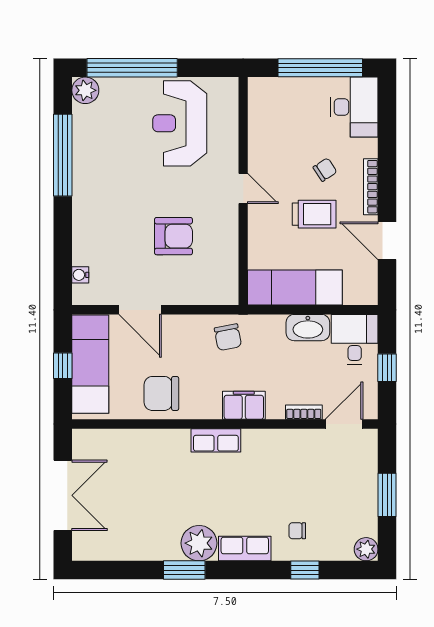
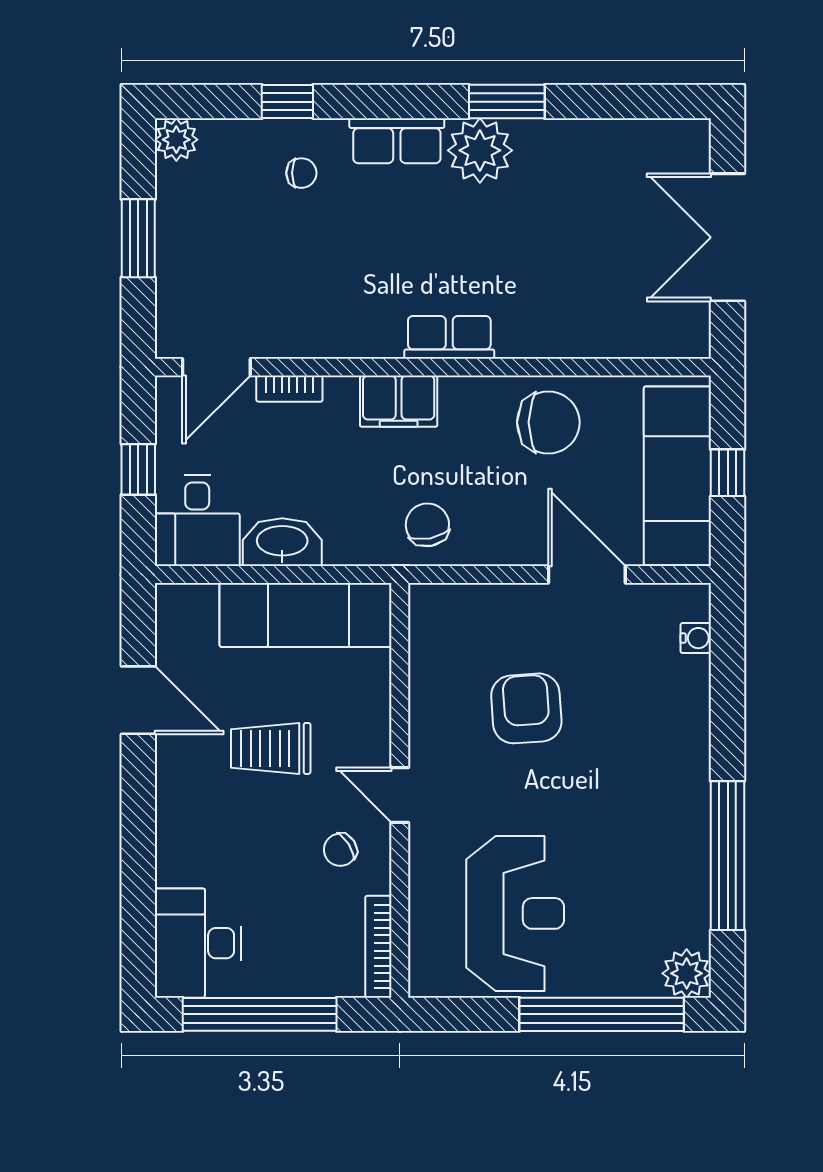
chair: (325, 170) -> (340, 850), moved
bookcase: (371, 187) -> (378, 947), moved, turned 180
armchair: (173, 236) -> (526, 708), turned 86

